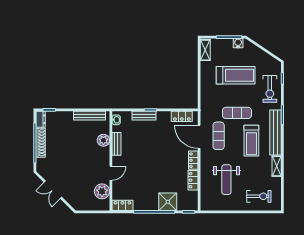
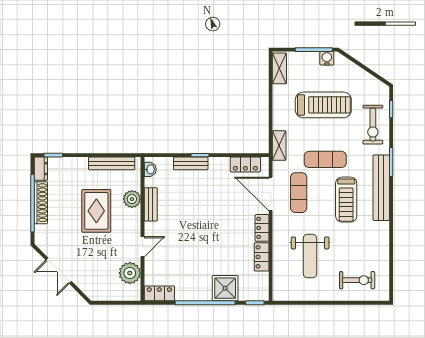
rug: (79, 148) -> (96, 211), added
shelving: (277, 166) -> (279, 146), moved

